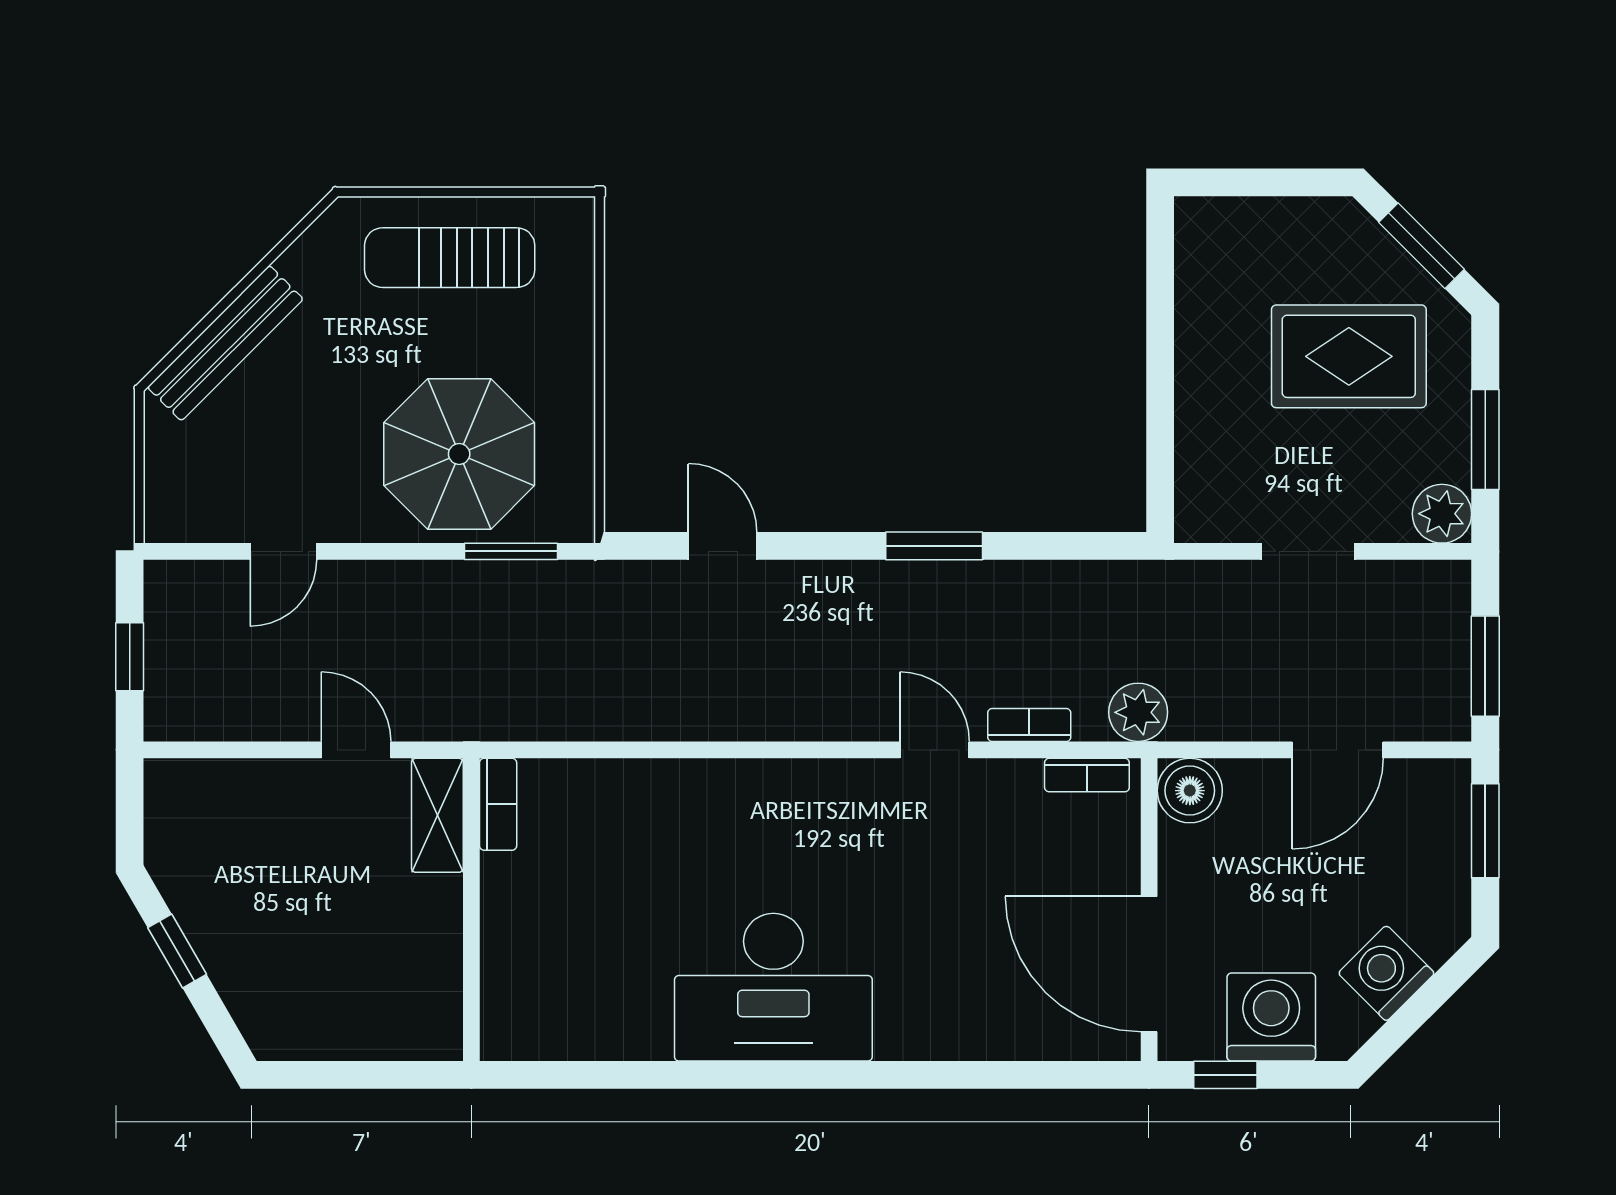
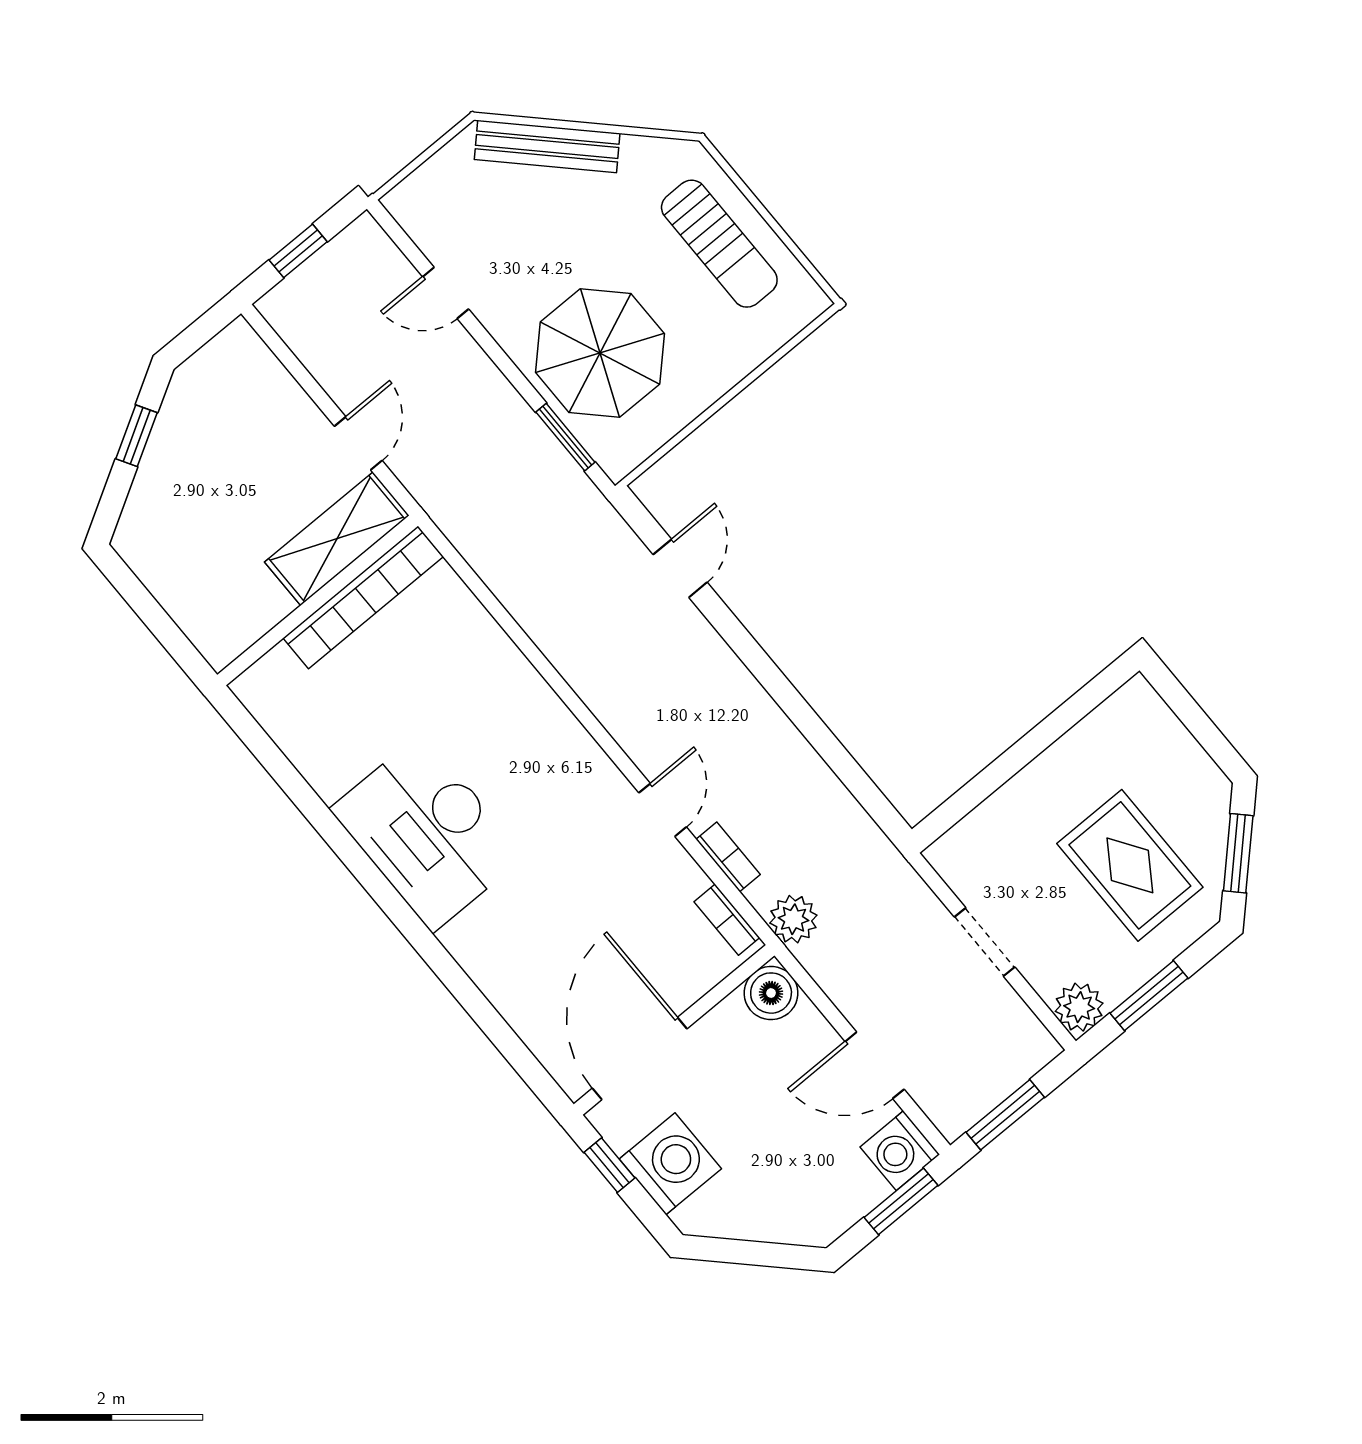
sun lounger: (450, 258) -> (719, 244), turned 180
window: (934, 546) -> (791, 702), removed
bookcase: (498, 804) -> (363, 597), width x2.31, depth x1.31
shelving: (437, 815) -> (337, 539), width x1.50, depth x1.33
washing machine: (1386, 973) -> (900, 1151), moved, turned -135

